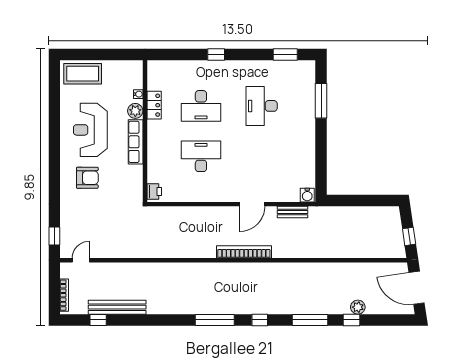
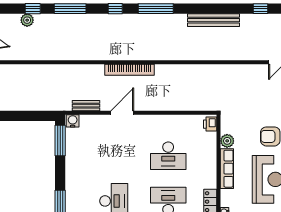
plant: (135, 111) -> (227, 141), moved
window: (321, 173) -> (60, 141), added
bench: (117, 307) -> (214, 20), moved

